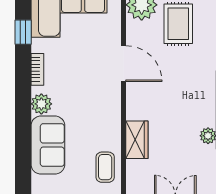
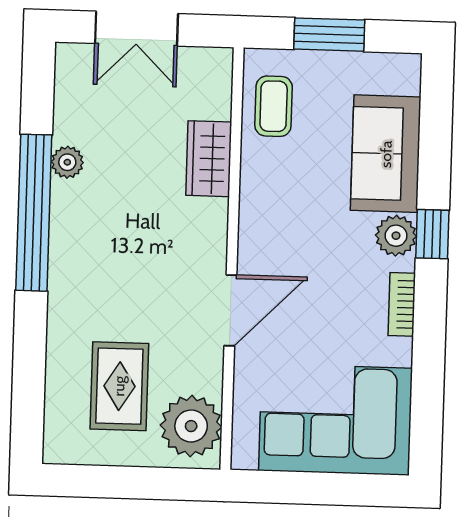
window: (23, 32) -> (432, 234), moved
door: (124, 64) -> (230, 310), swing flipped

